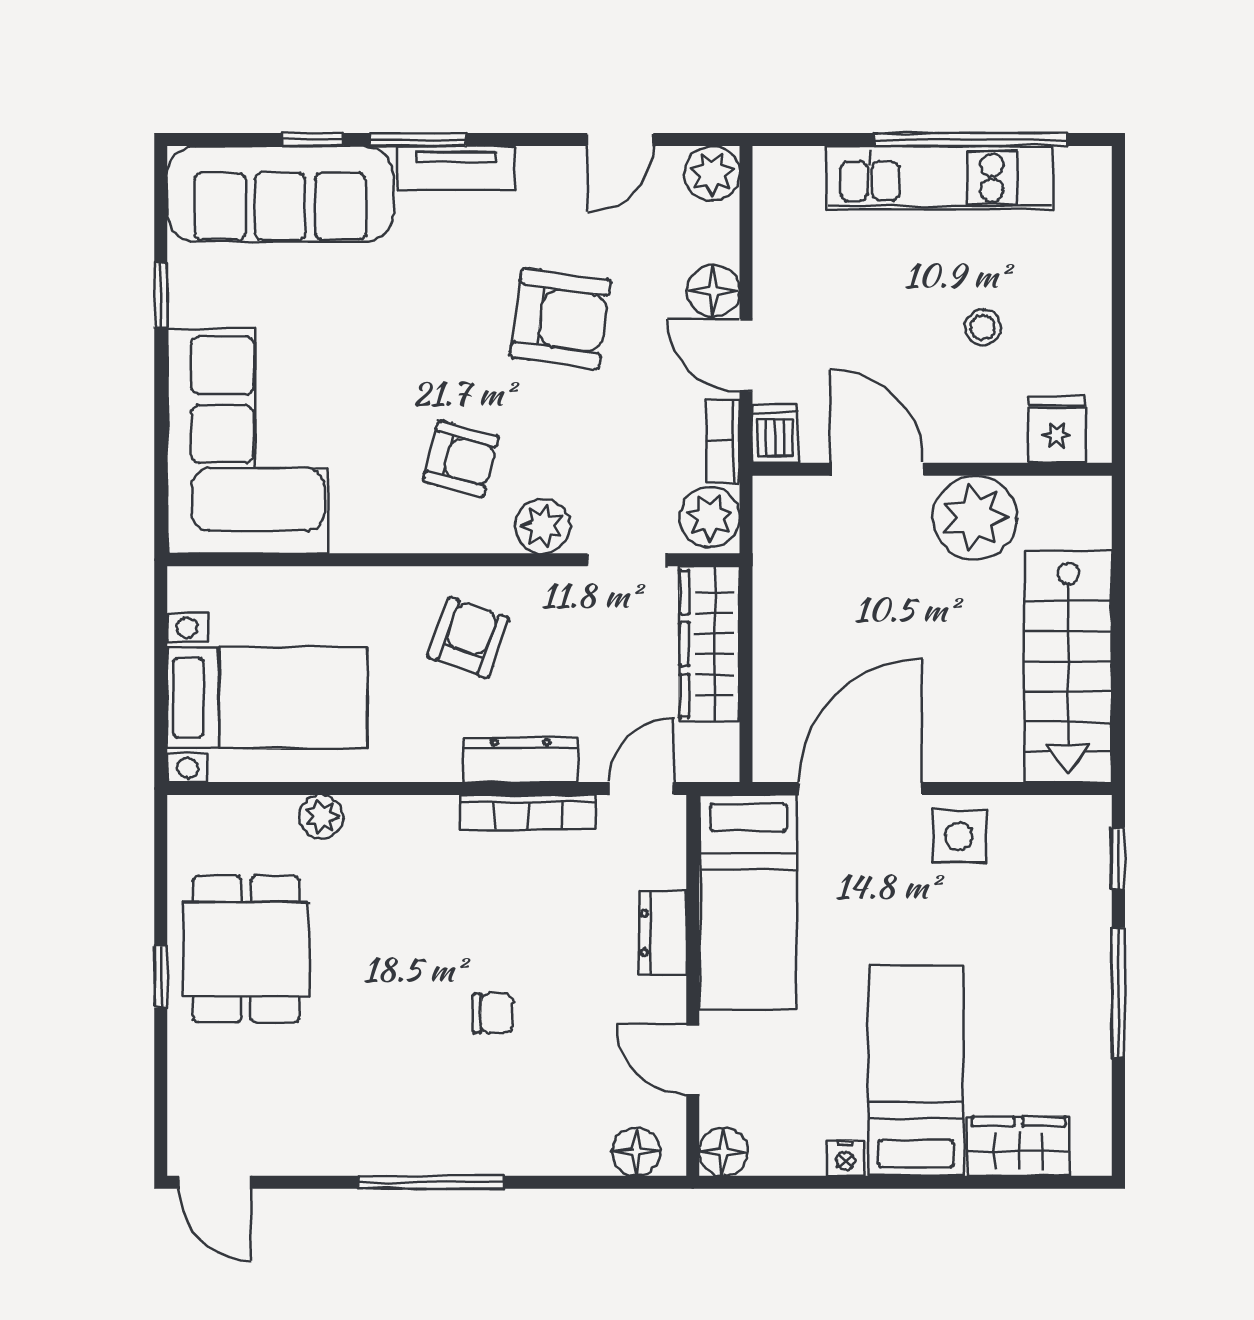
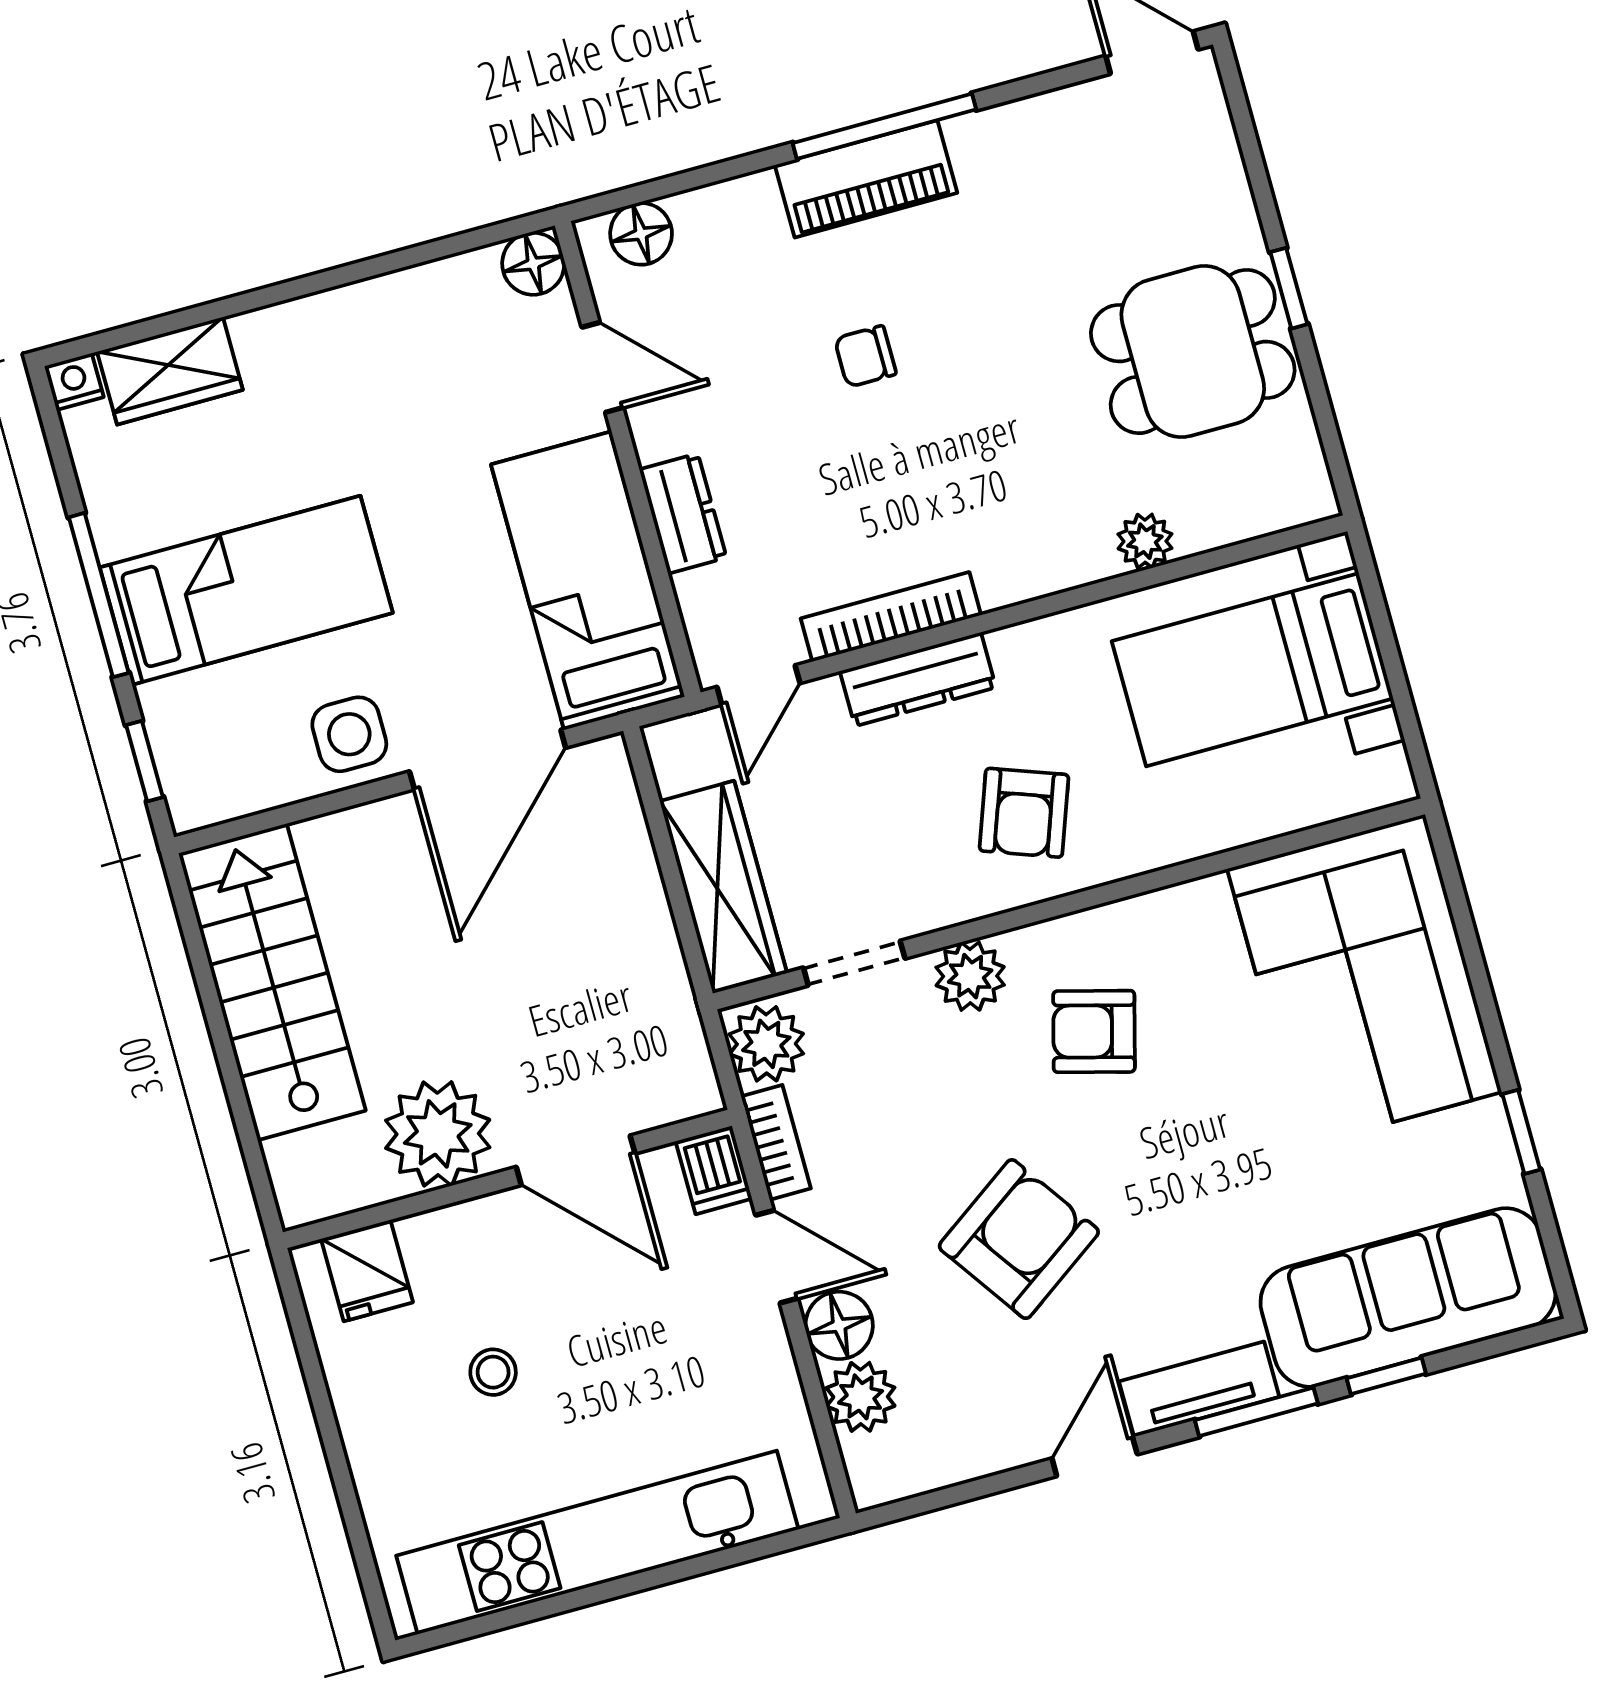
door: (620, 140) -> (1095, 1456), moved
window: (970, 140) -> (573, 1600), removed
plant: (712, 174) -> (861, 1397), moved
kitchen unit: (940, 178) -> (597, 1542), width x1.36
armchair: (560, 318) -> (1019, 1239), turned 137
dining table: (246, 949) -> (1193, 352), turned 90
bed: (916, 1070) -> (246, 590), moved, turned -90
piano: (456, 1146) -> (866, 179), added
nightstand: (846, 1158) -> (74, 381), moved

